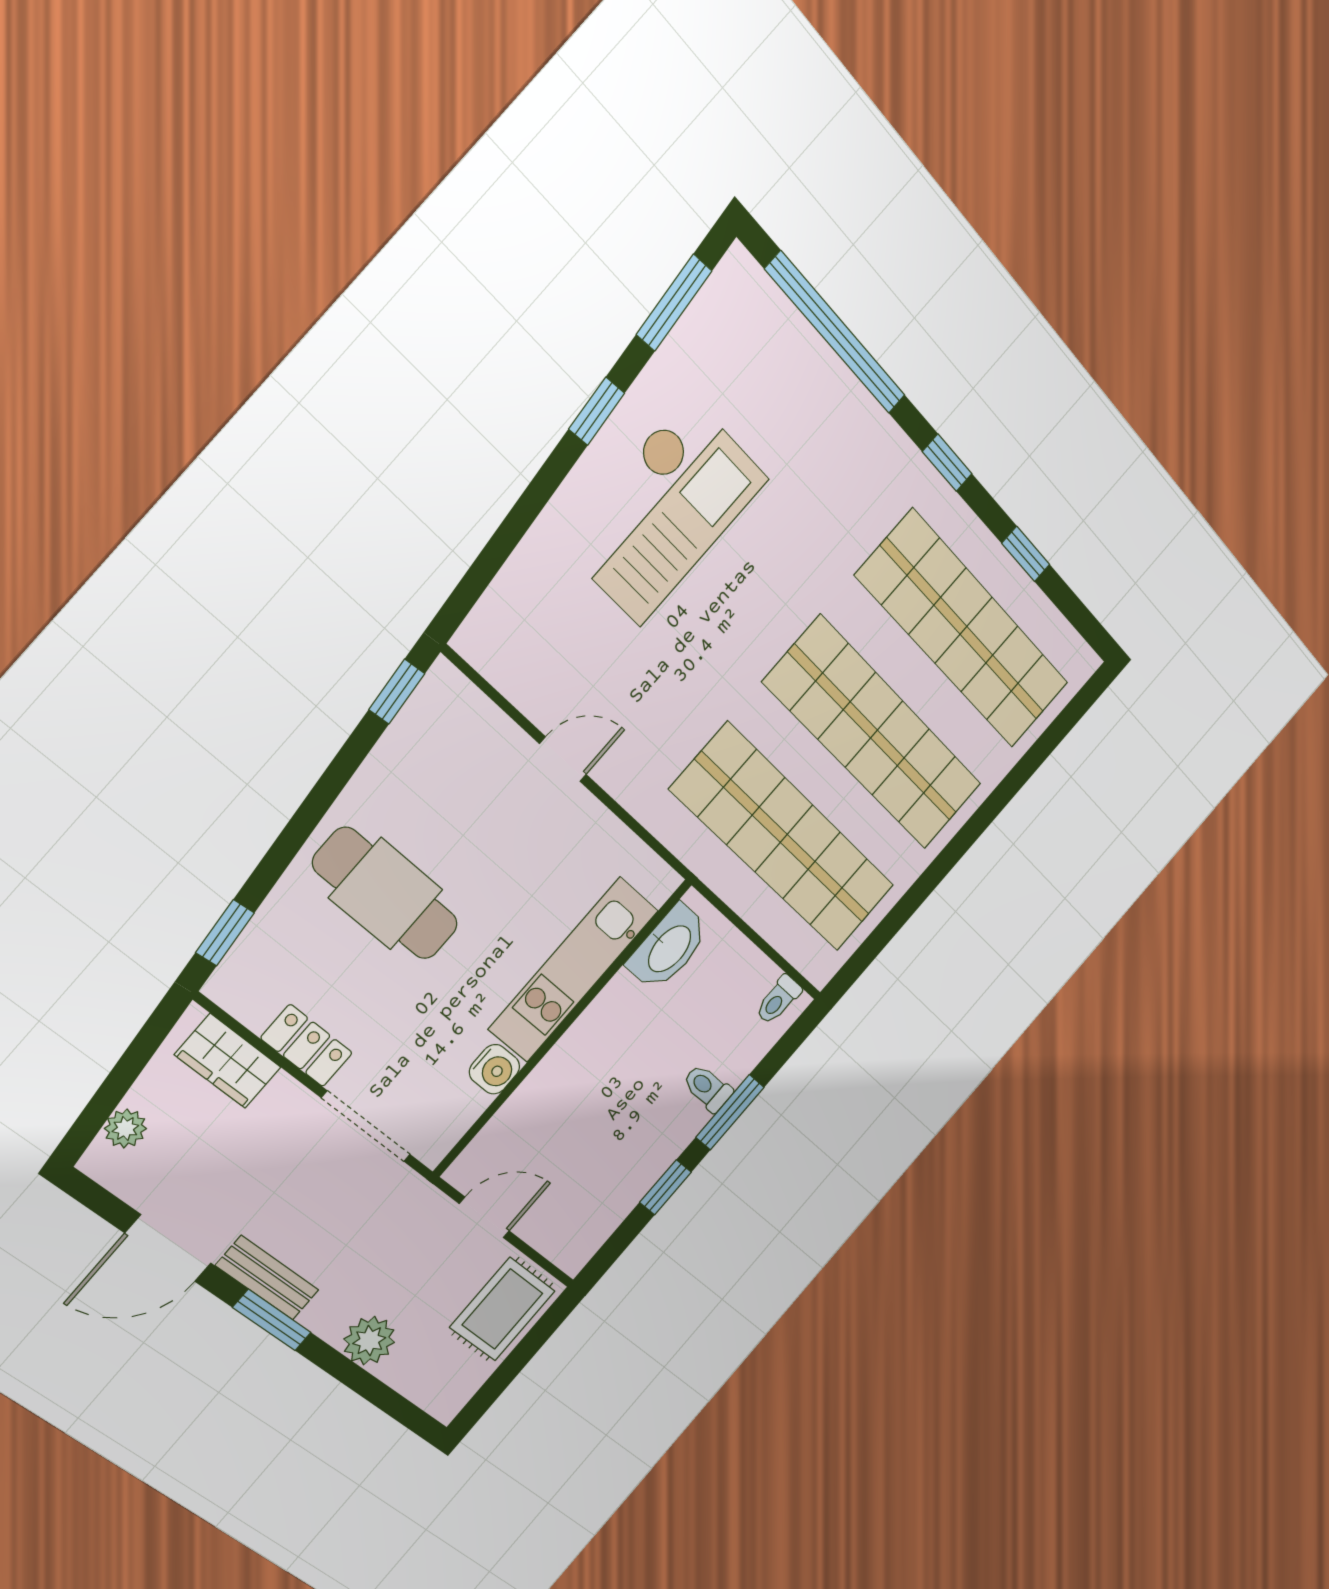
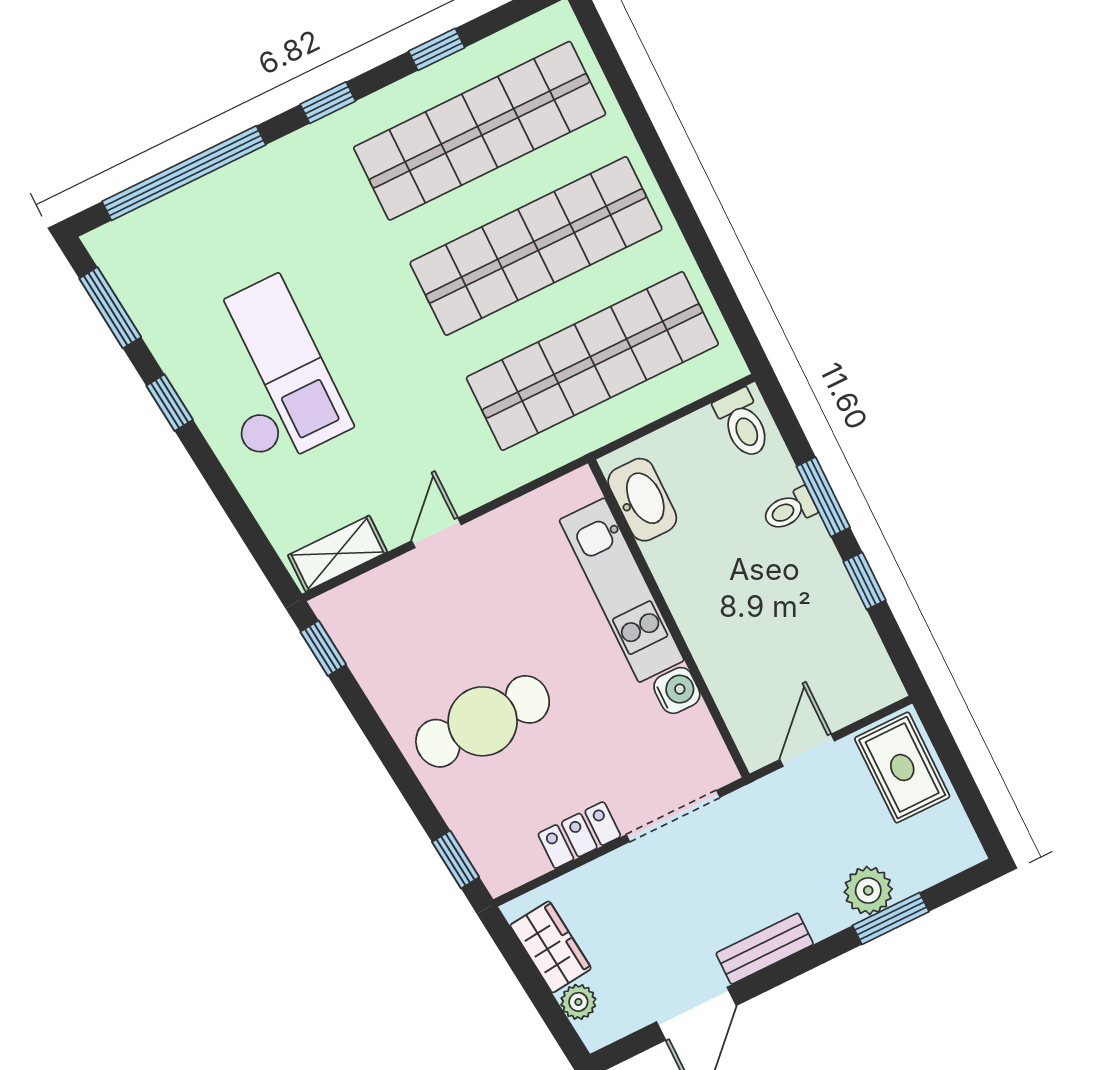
shelving: (503, 664) -> (338, 554), added
toilet: (778, 1000) -> (743, 424), width x1.37, depth x1.39
wardrobe: (228, 1061) -> (551, 947), moved, turned -96
window: (272, 1320) -> (891, 918), moved

